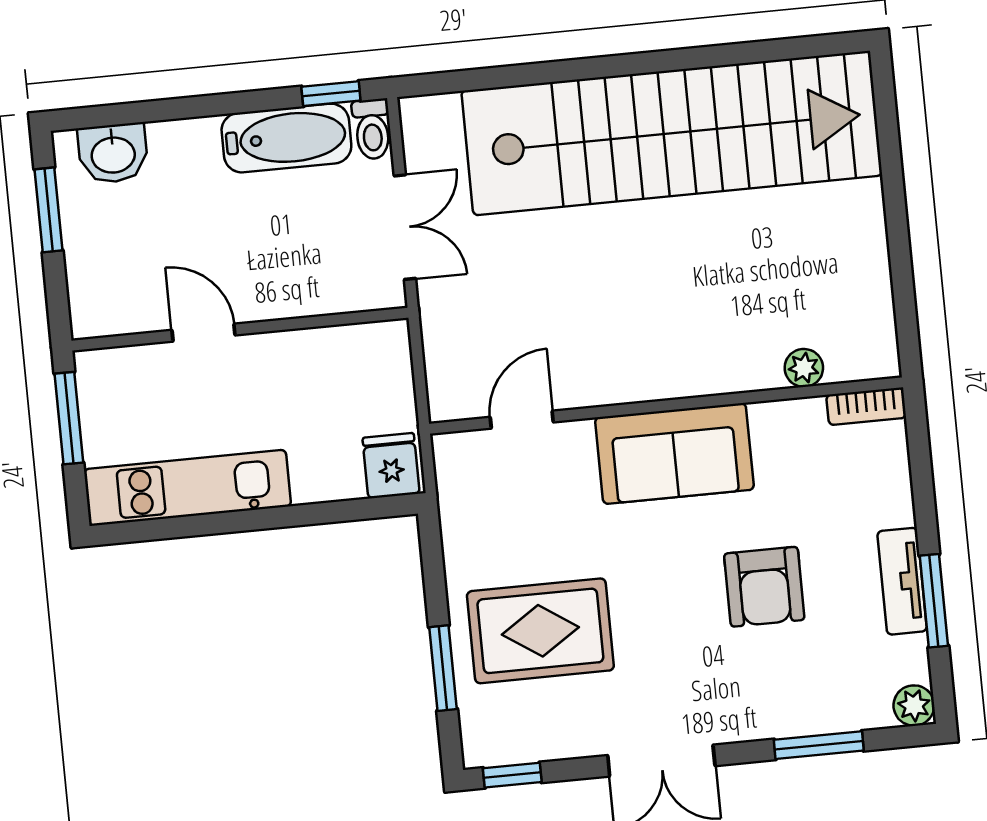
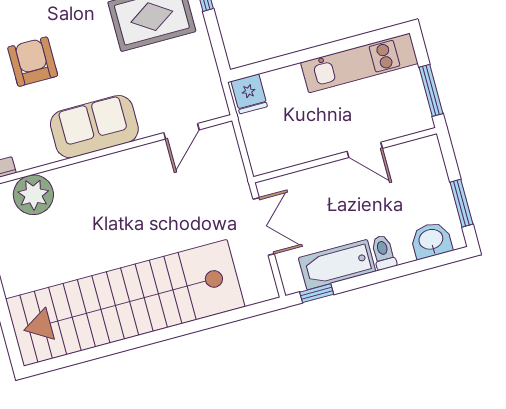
toilet: (372, 129) -> (383, 252), moved
double door: (405, 227) -> (264, 226), swing flipped
plant: (804, 368) -> (33, 195), width x1.87, depth x1.87

